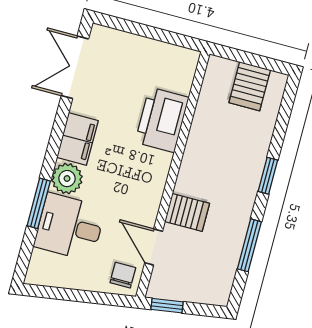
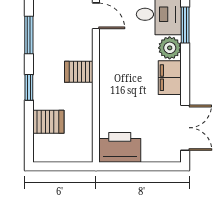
server rack: (250, 86) -> (48, 122), moved, turned 90
printer: (162, 120) -> (120, 147), moved, turned -90
server rack: (187, 212) -> (79, 72), moved

